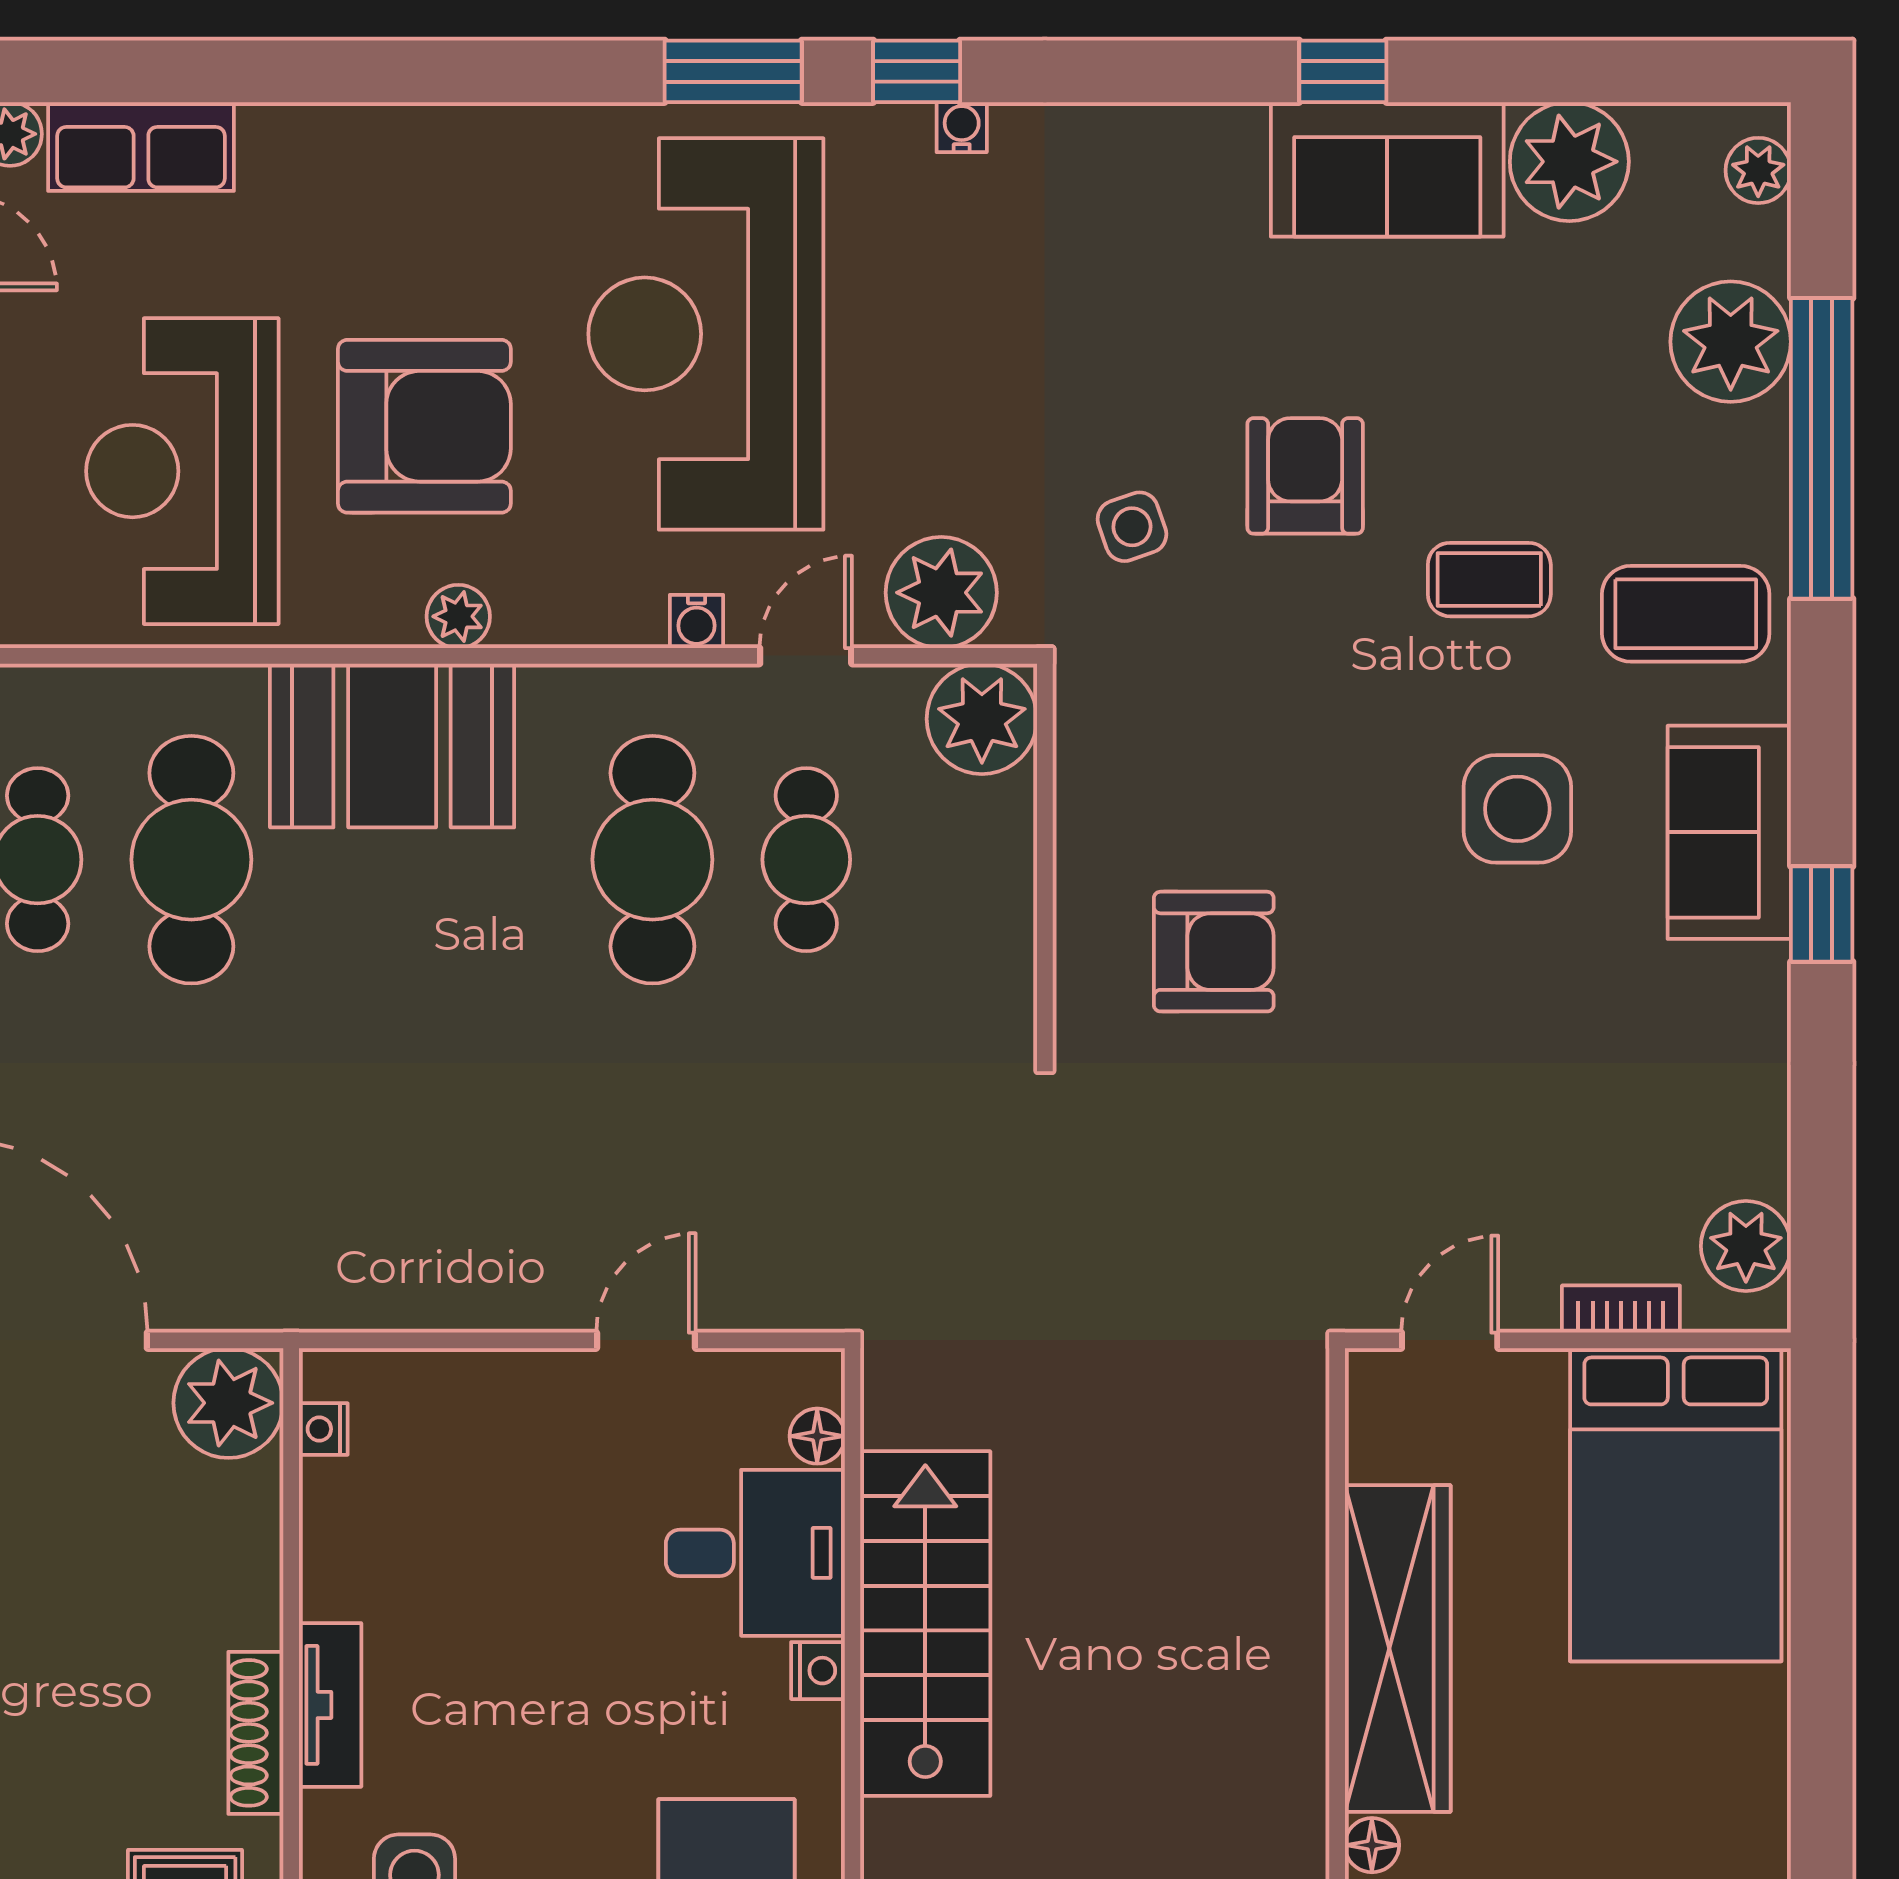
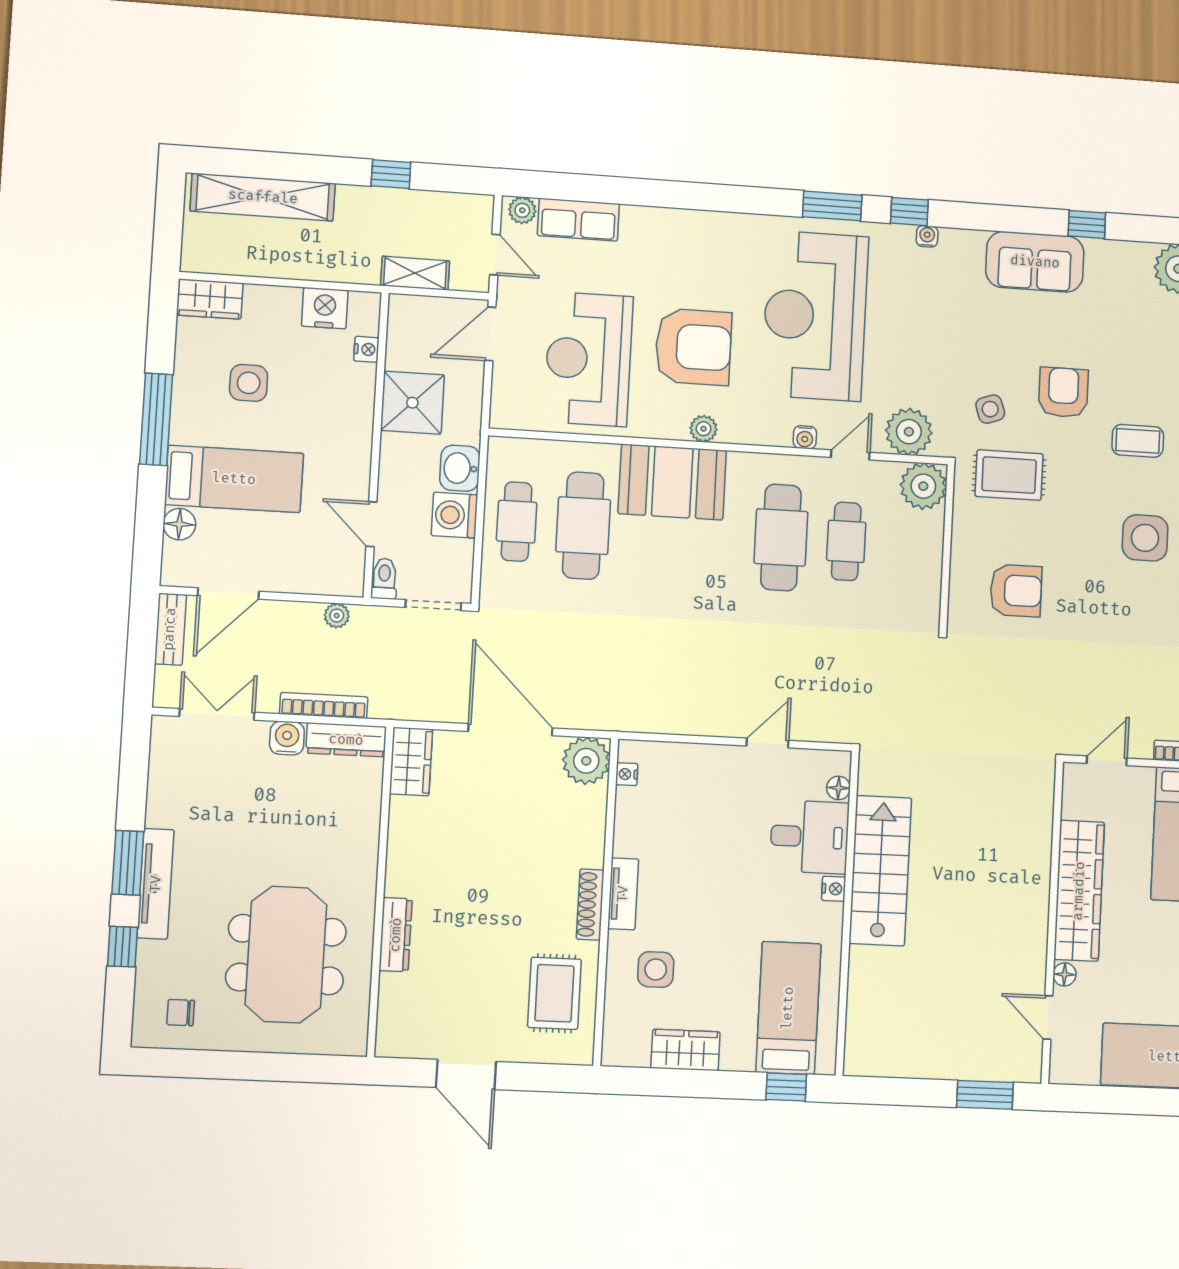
sofa: (1387, 169) -> (1035, 262), moved
rug: (1184, 680) -> (1009, 475), added

